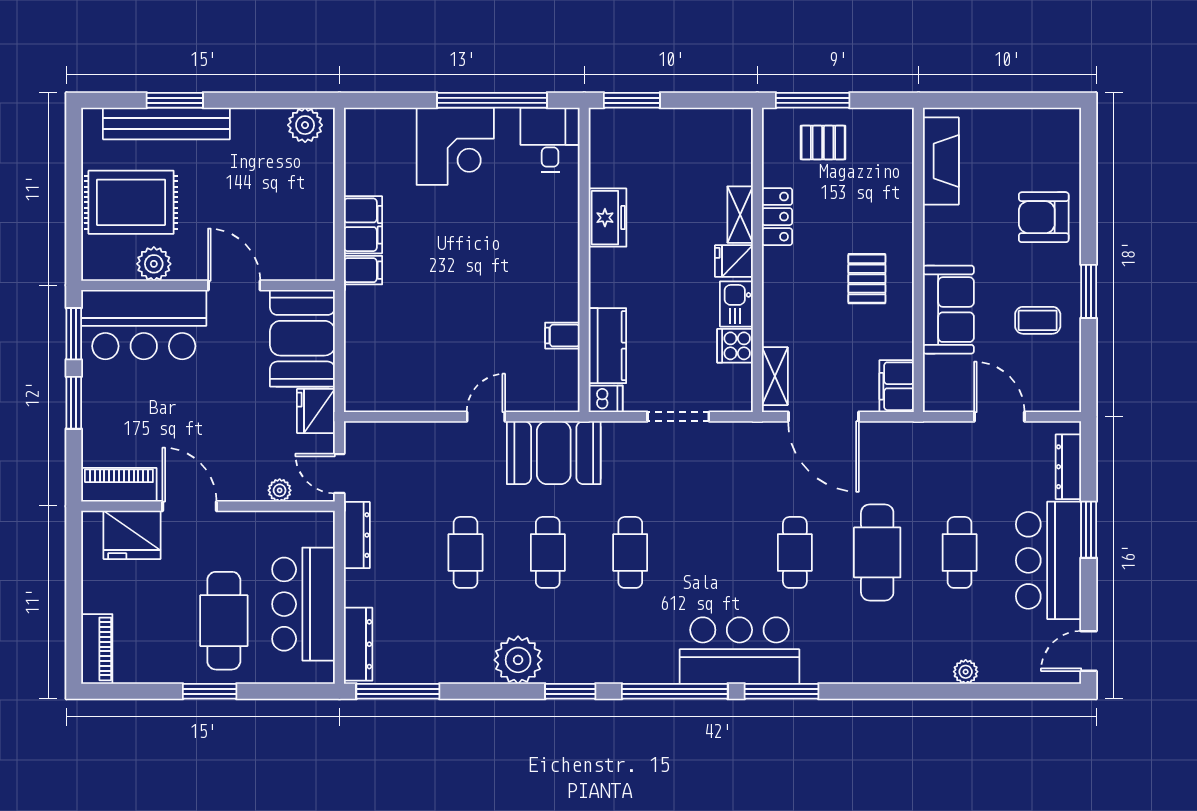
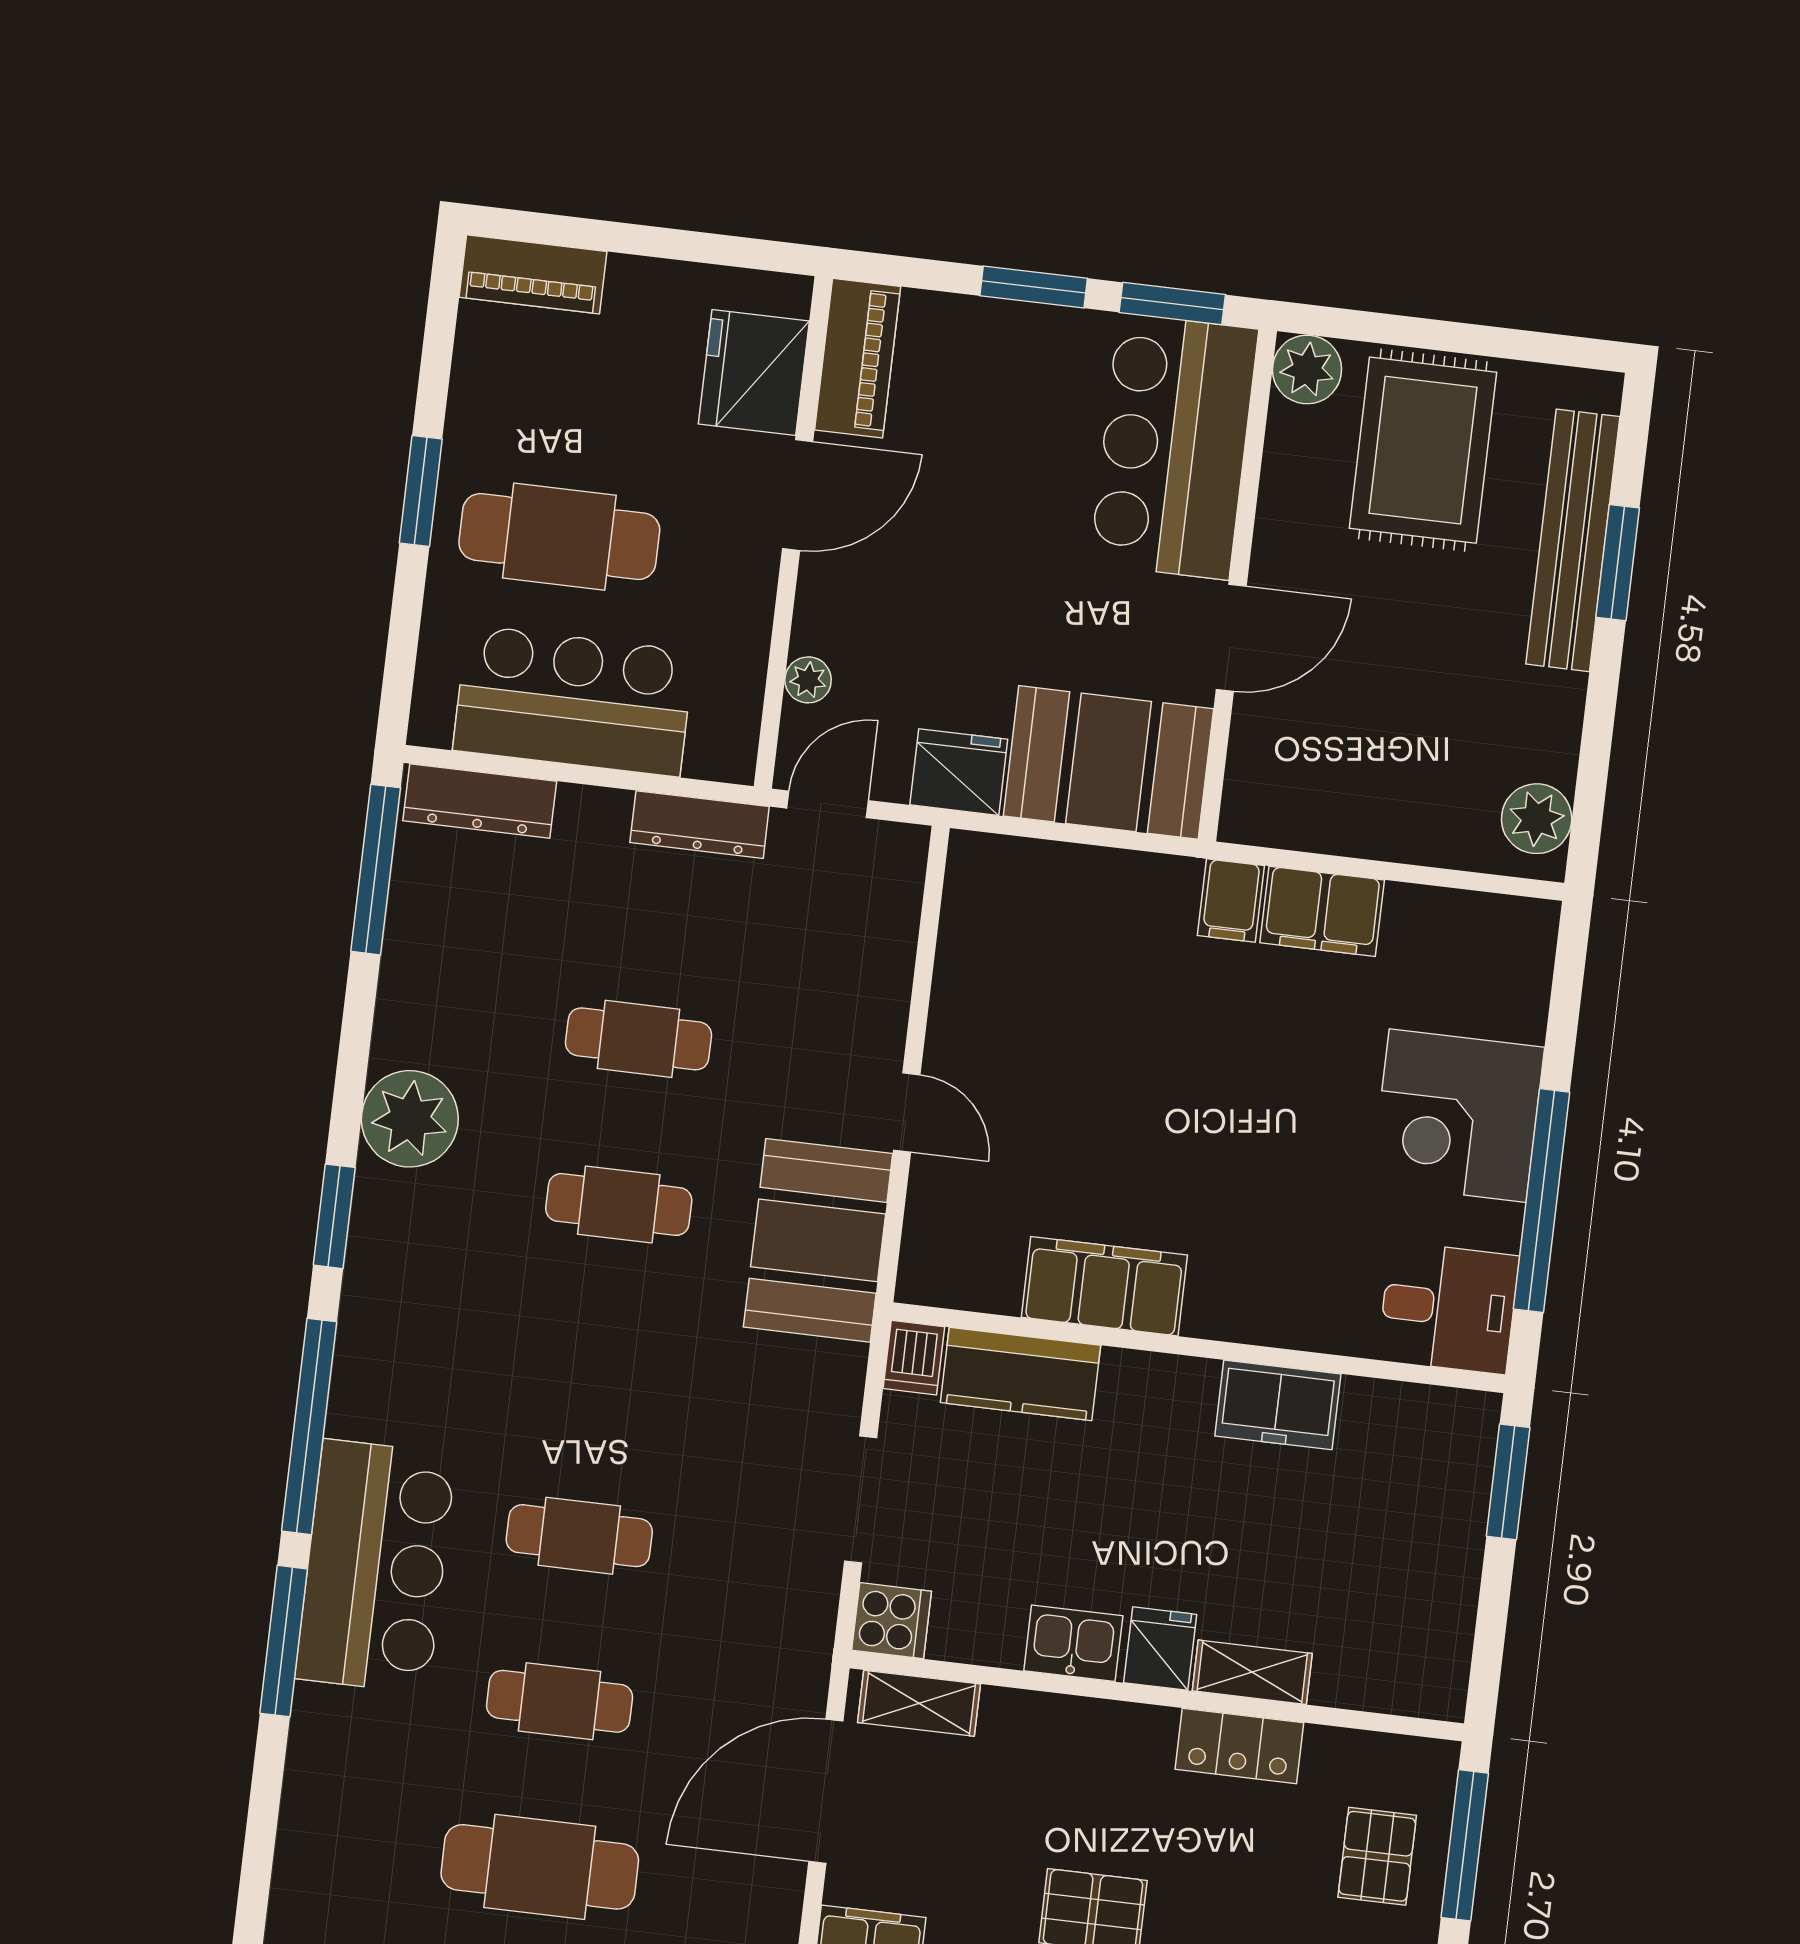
plant: (154, 264) -> (1307, 369), moved
filing cabinet: (562, 336) -> (1104, 1286), width x3.00, depth x1.17
cooker: (735, 346) -> (892, 1621), moved, turned 90
cafe table: (630, 552) -> (579, 1536), moved

